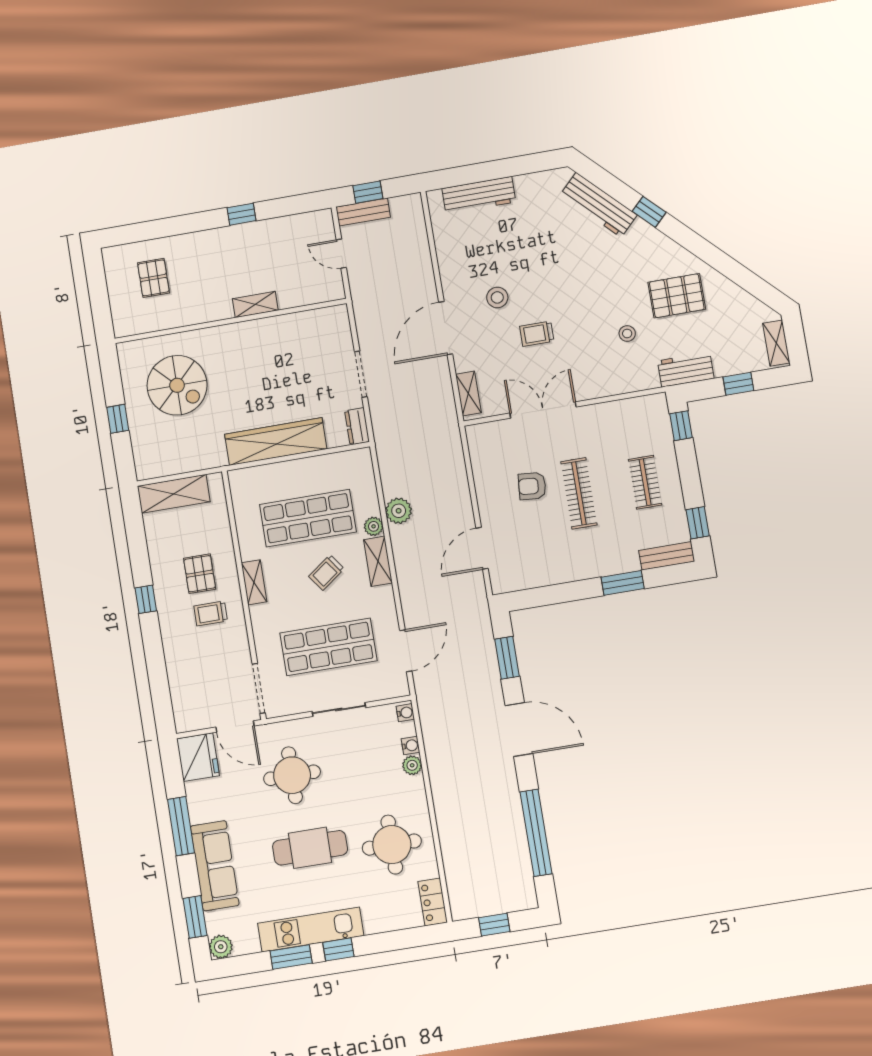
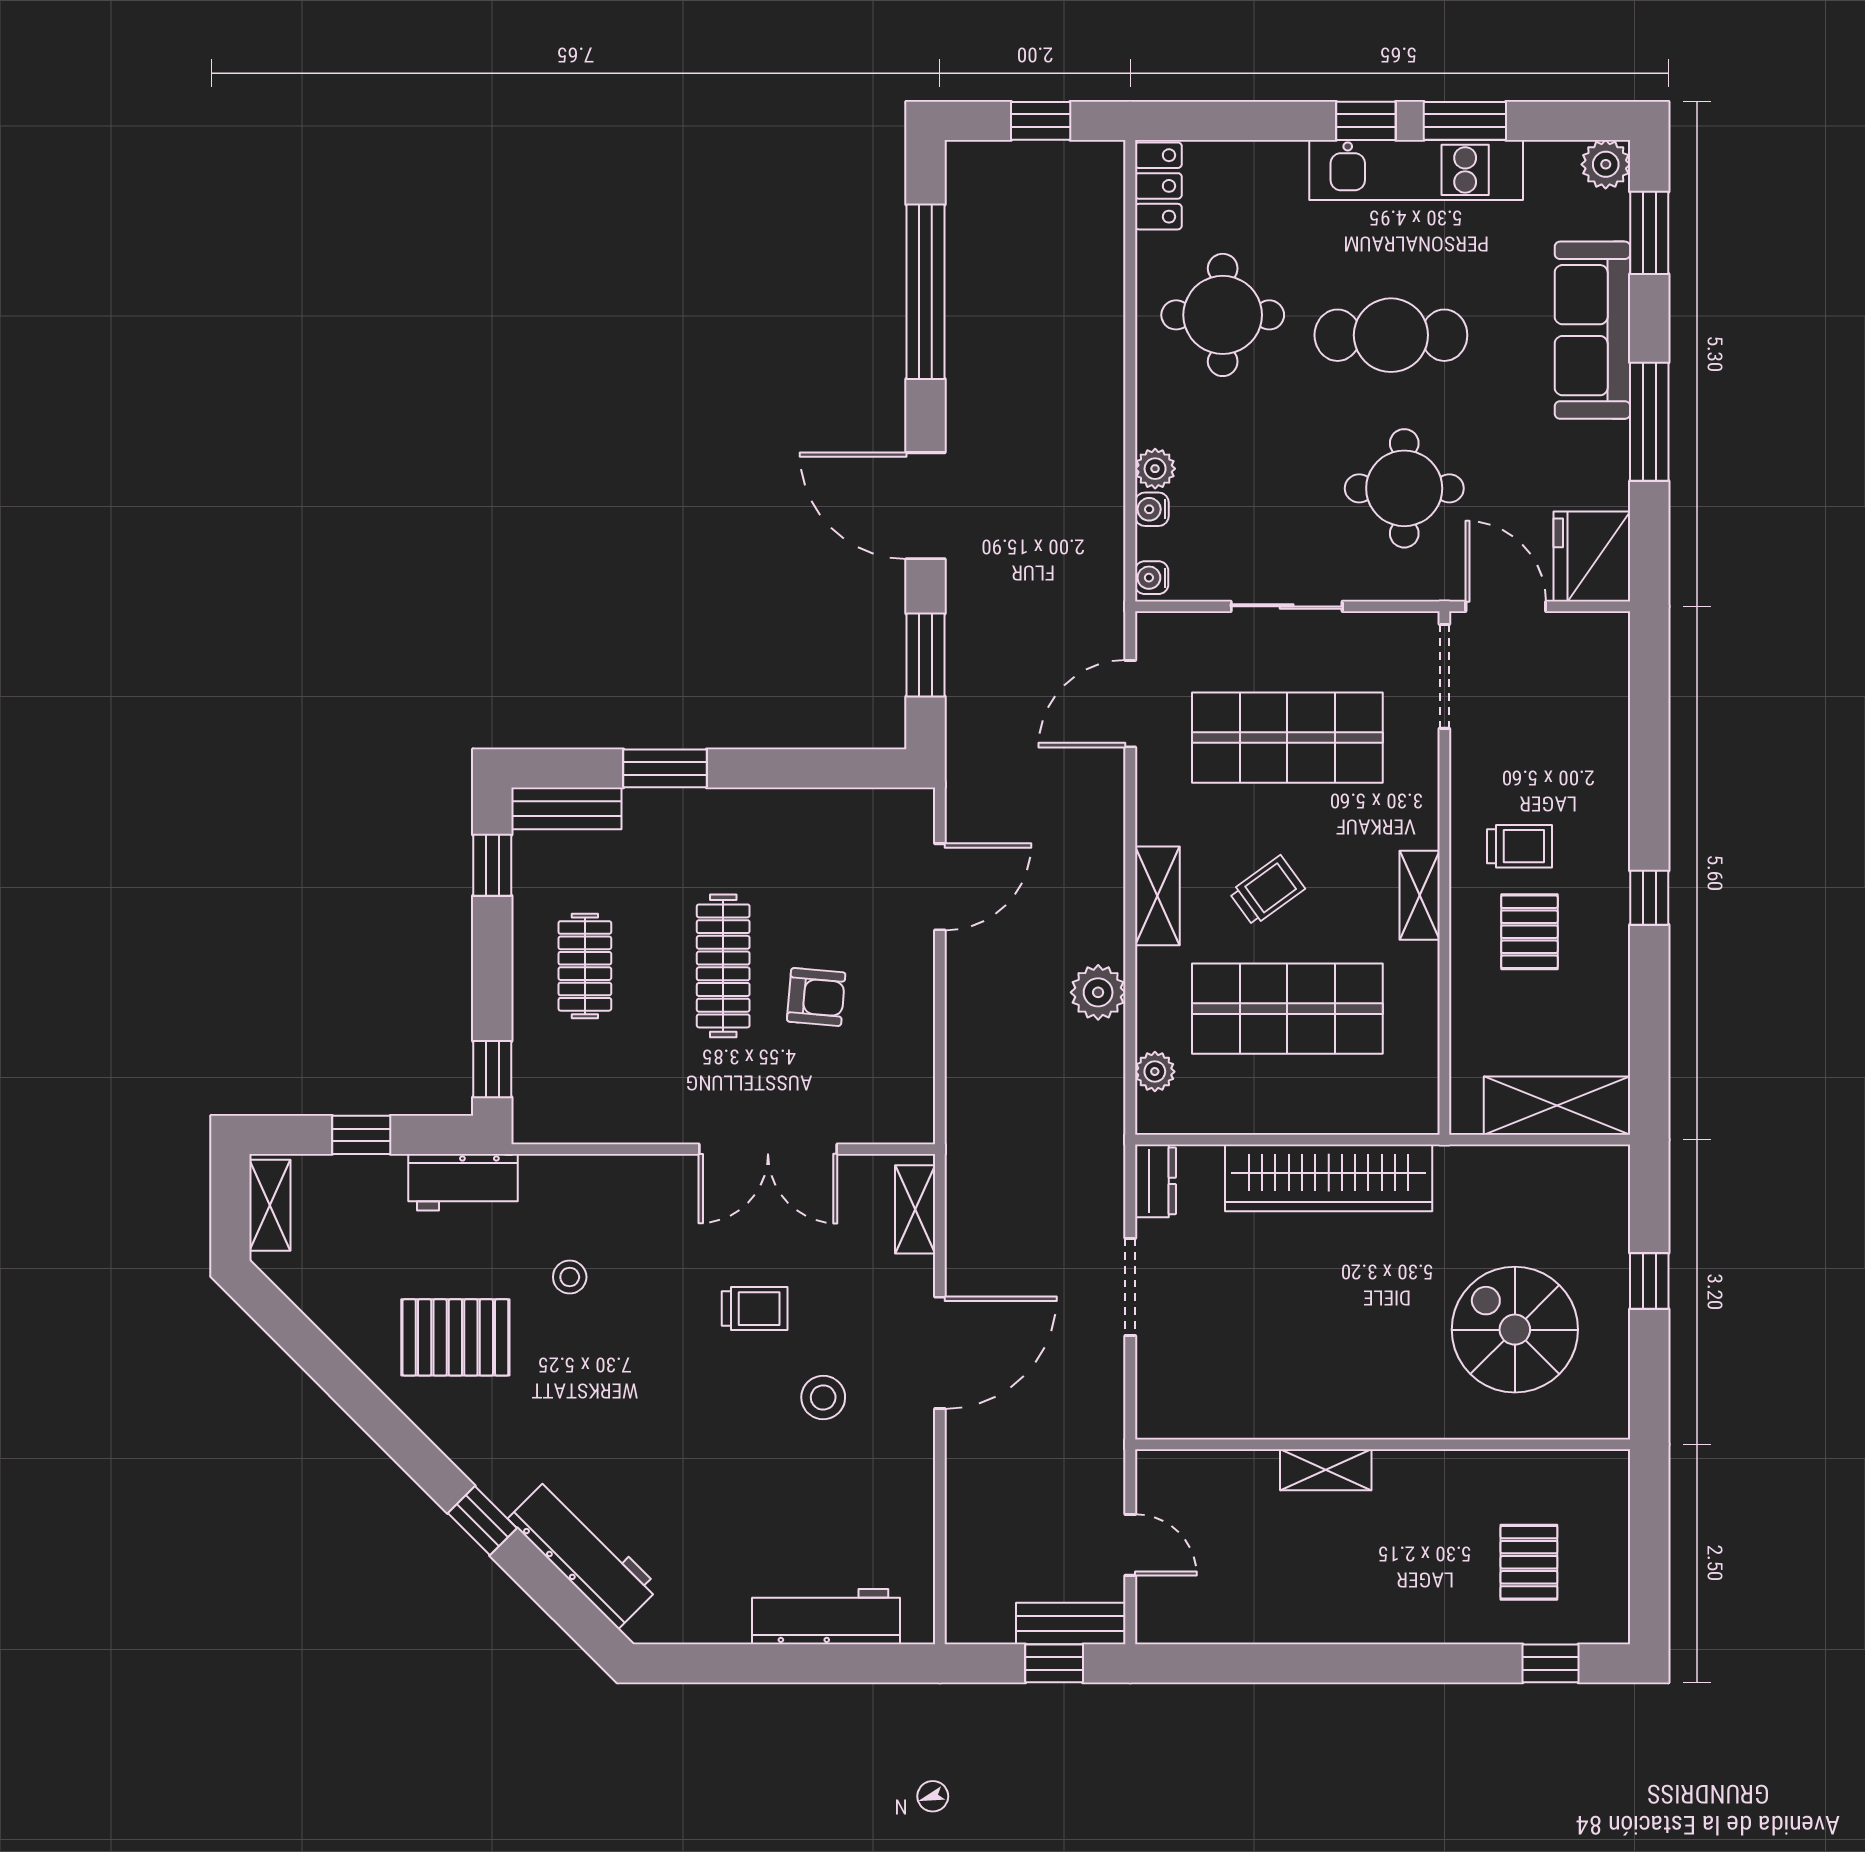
window: (241, 214) -> (1551, 1663), moved
plant: (374, 526) -> (1155, 1072), moved

